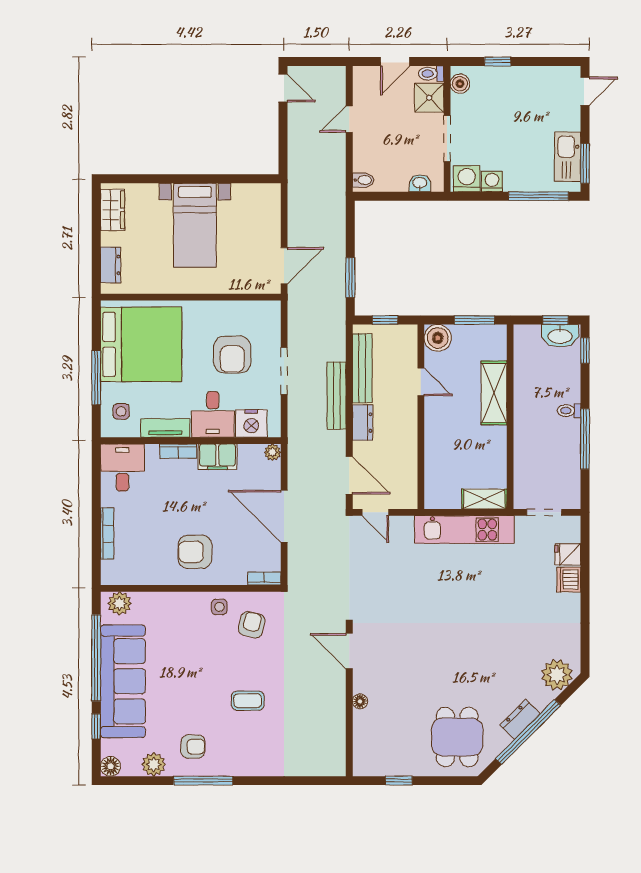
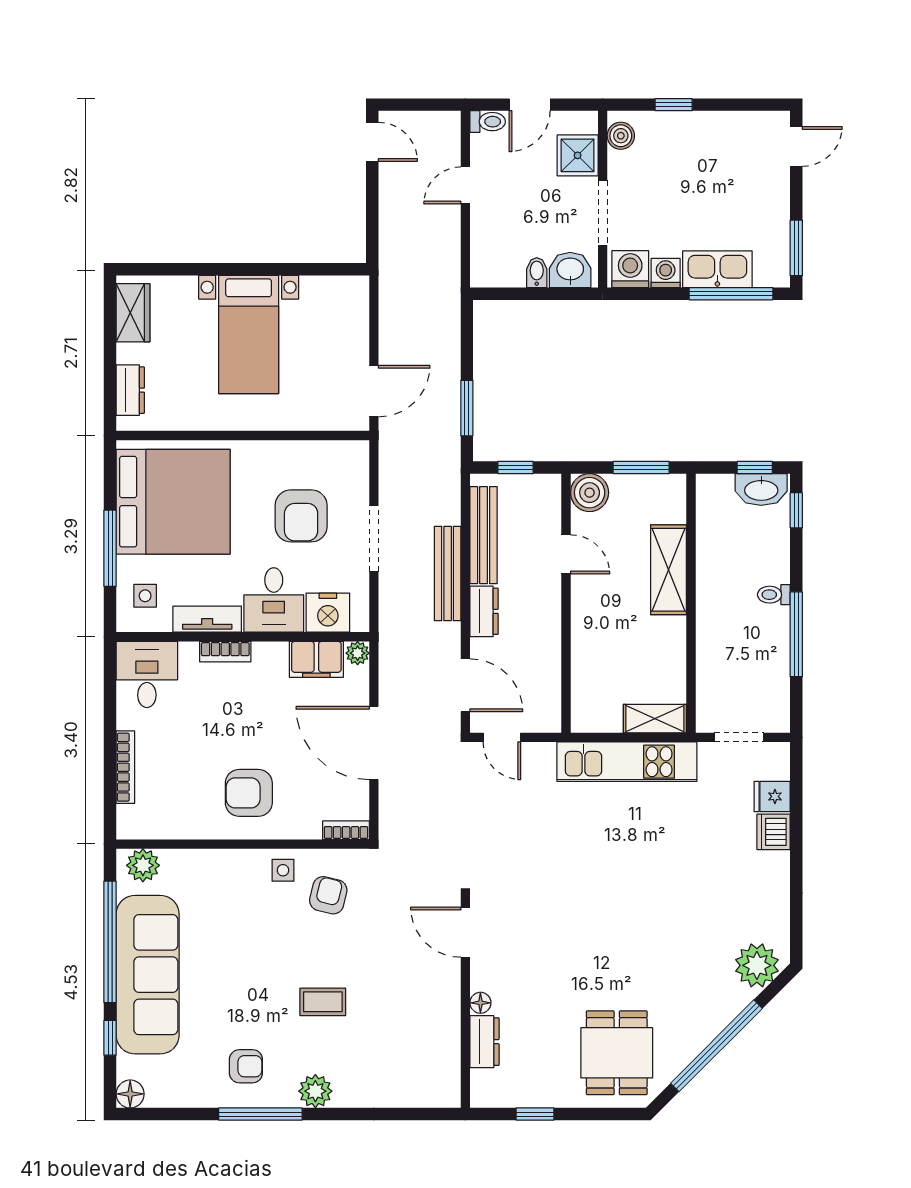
toilet: (431, 74) -> (488, 122), moved, turned 180
kitchen sink: (568, 157) -> (717, 269), moved, turned 90
bidet: (363, 180) -> (537, 273), moved, turned -90
washbasin: (420, 183) -> (570, 270), width x1.38, depth x1.45
filing cabinet: (217, 457) -> (316, 659), moved
dresser: (520, 719) -> (485, 1042), moved, turned 135
plant: (154, 764) -> (315, 1091), moved

